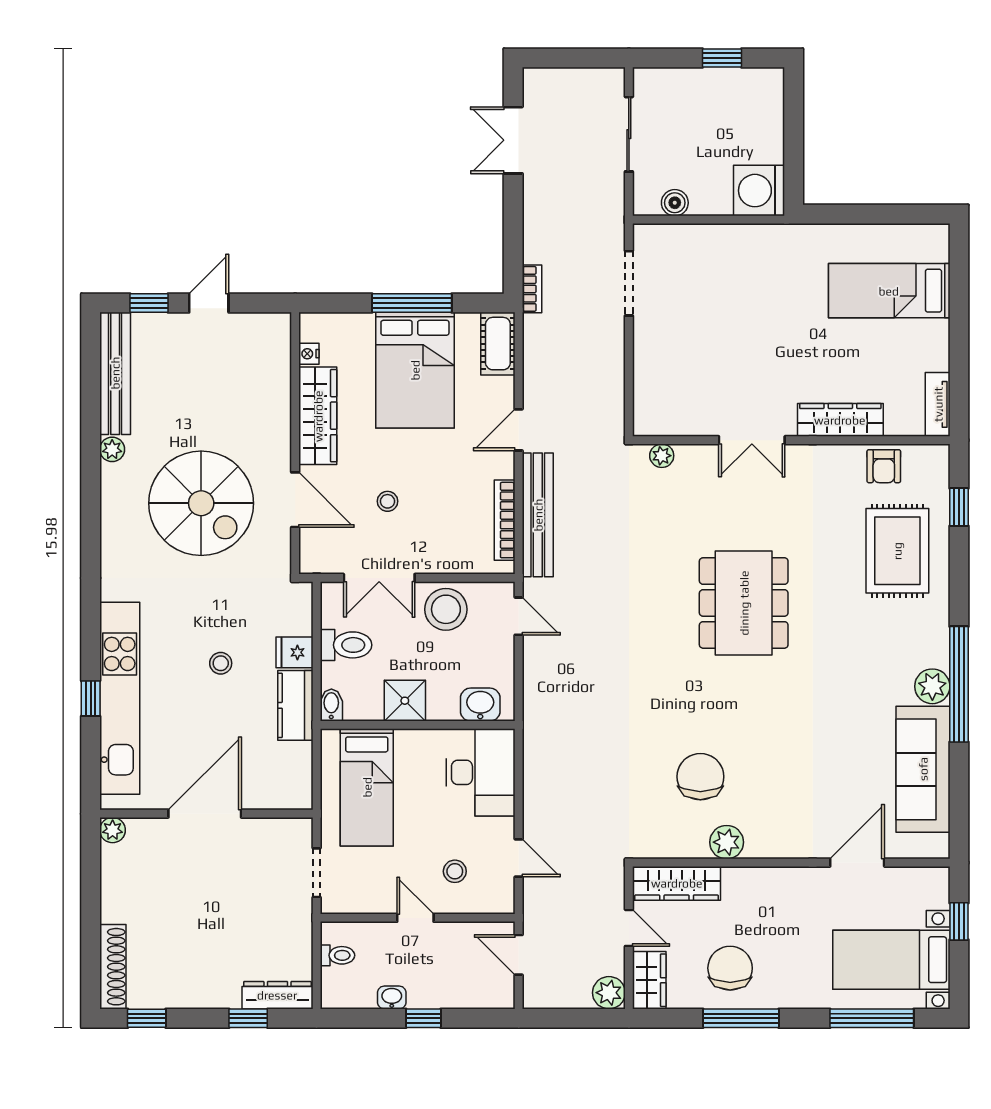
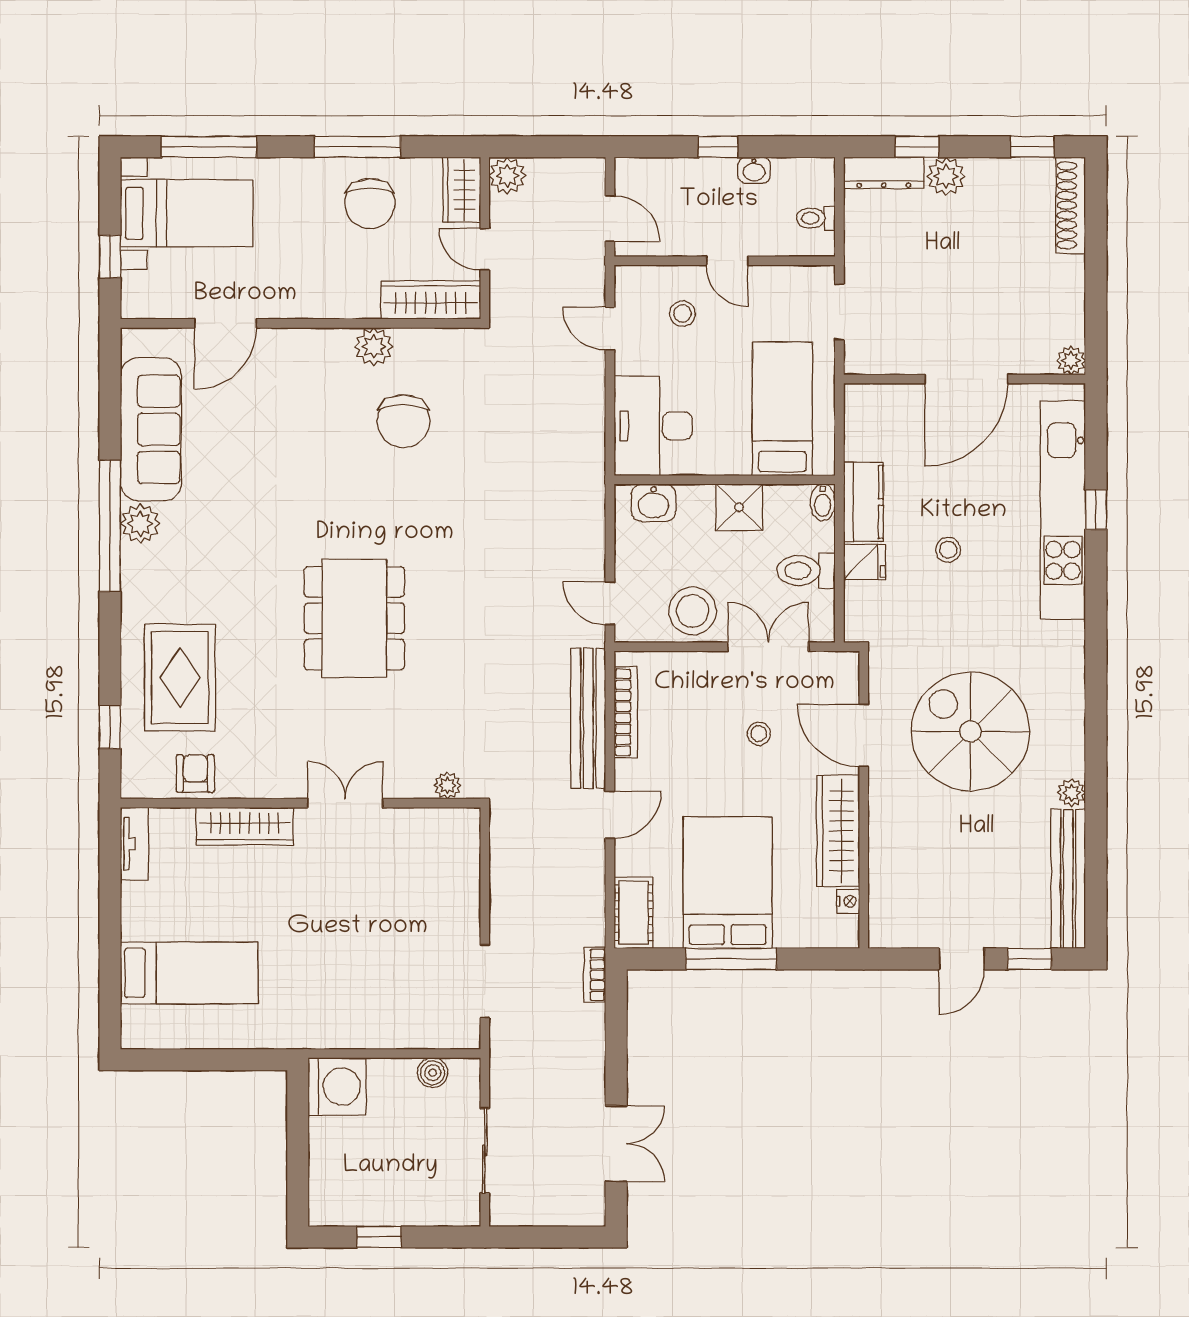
plant: (223, 992) -> (946, 176), added

